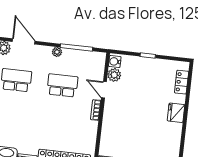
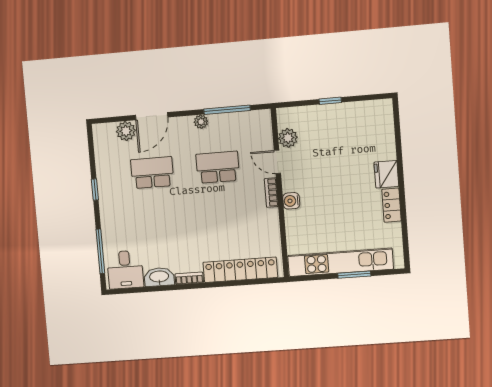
door: (24, 41) -> (152, 116), swing flipped
water cooler: (115, 61) -> (291, 201), moved
locker: (182, 82) -> (392, 205), moved

